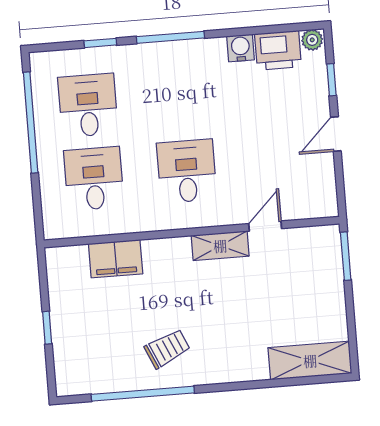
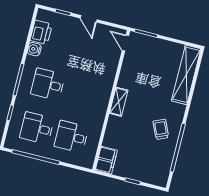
plant: (312, 40) -> (42, 15), removed
desk: (187, 171) -> (48, 84), moved
door: (265, 226) -> (125, 43), moved
shelving: (220, 246) -> (119, 102), moved
filing cabinet: (116, 259) -> (106, 160), moved
shelving: (310, 361) -> (186, 75), width x1.47

